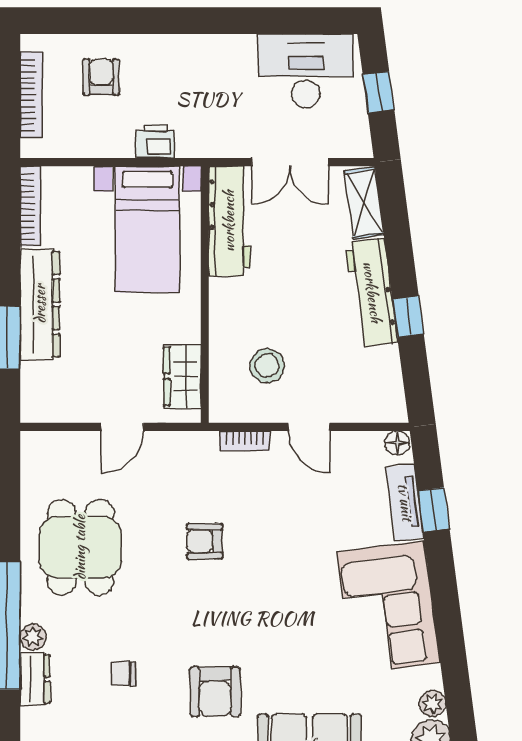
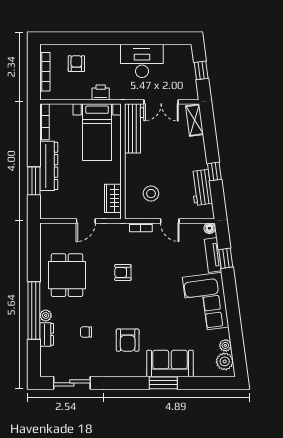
desk: (306, 71) -> (142, 61), moved
workbench: (372, 292) -> (201, 188), moved, width x0.73

